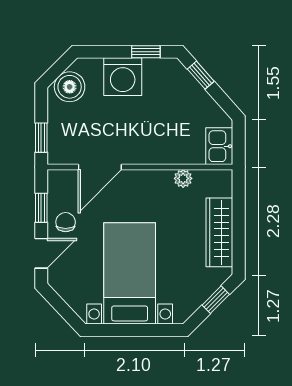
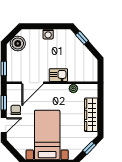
window: (146, 52) -> (55, 26), removed
washing machine: (123, 77) -> (48, 34), width x0.53, depth x0.53
kitchen sink: (219, 146) -> (58, 75), moved, turned 90

